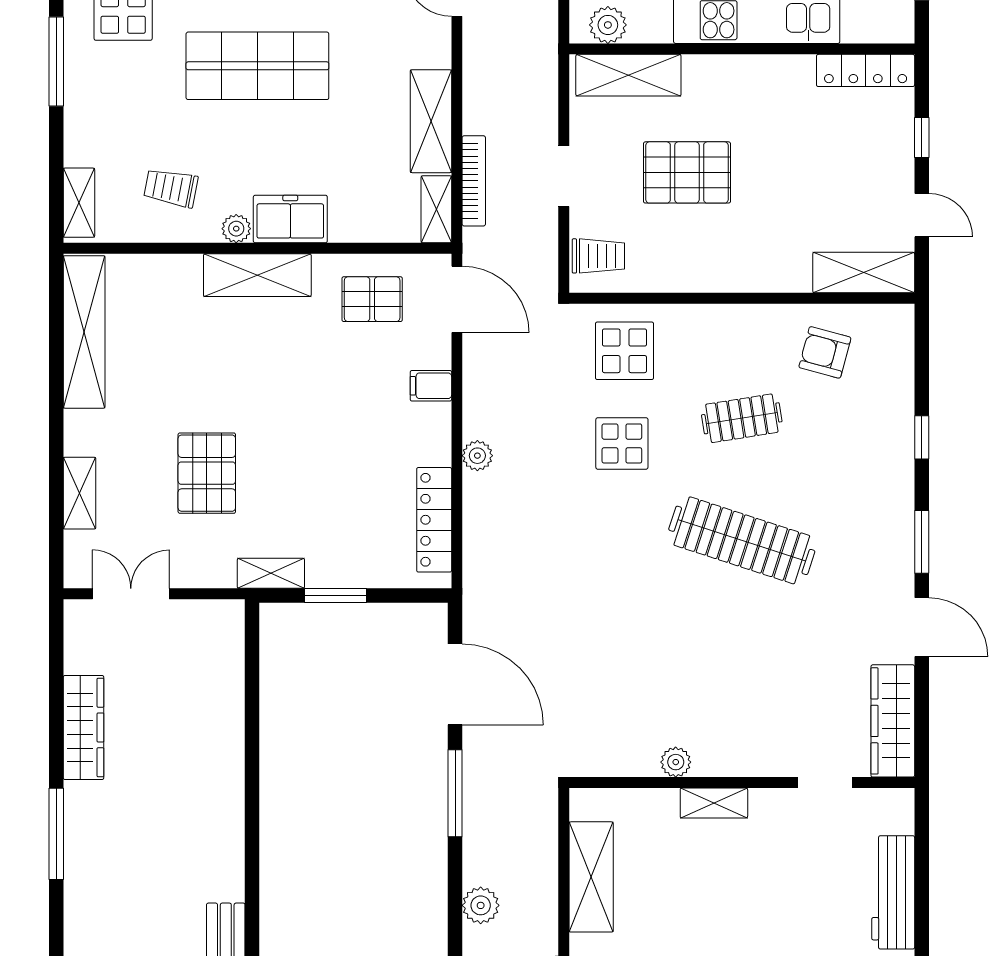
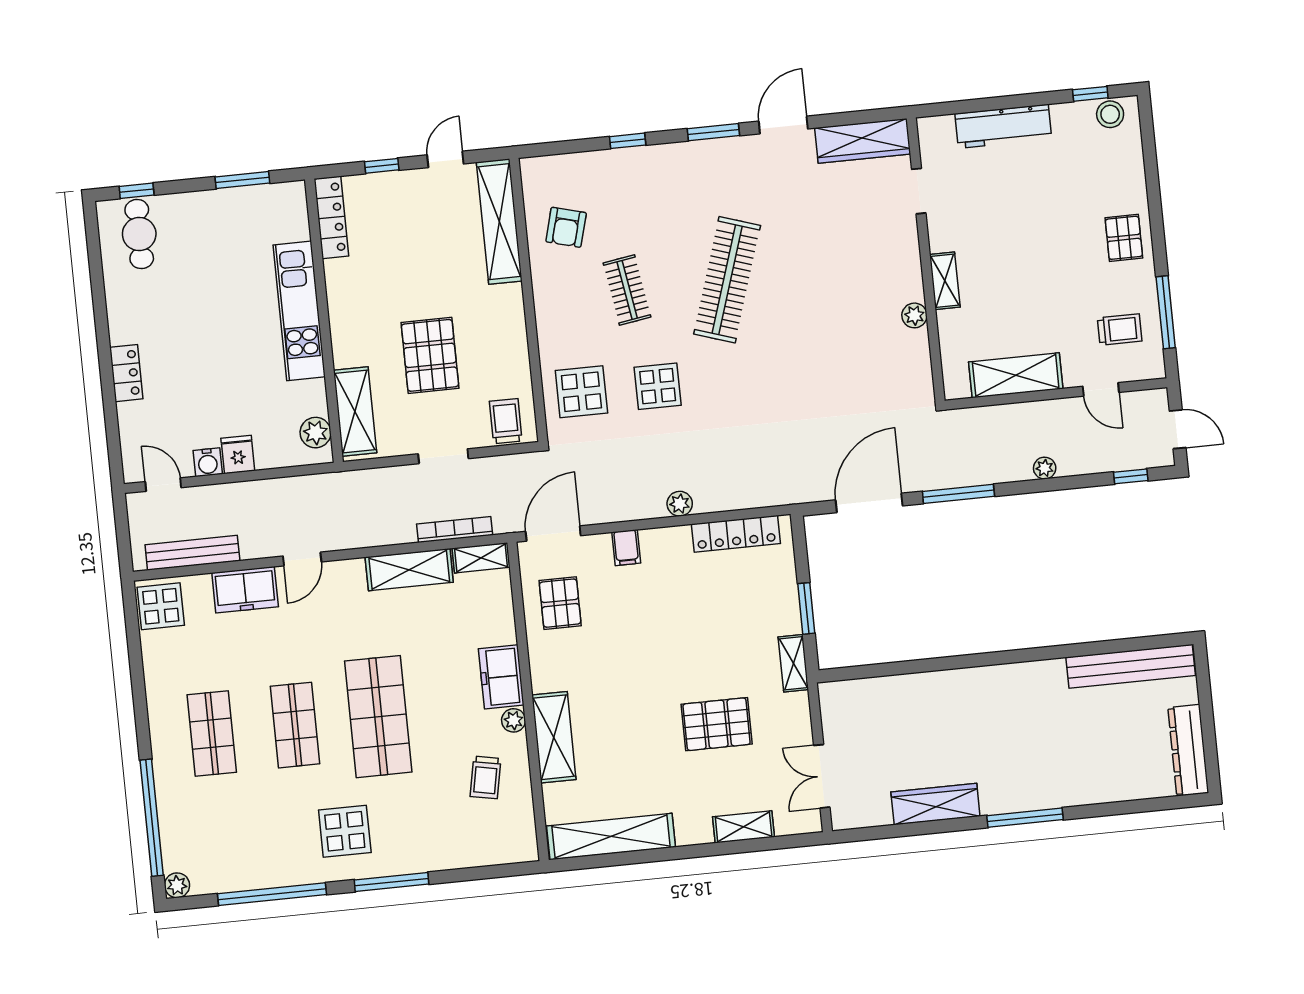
shelving: (79, 203) -> (505, 852), removed
shelving: (864, 273) -> (499, 222), width x1.47
shelving: (257, 275) -> (554, 737), moved
plant: (481, 905) -> (1045, 468), width x0.73, depth x0.73

